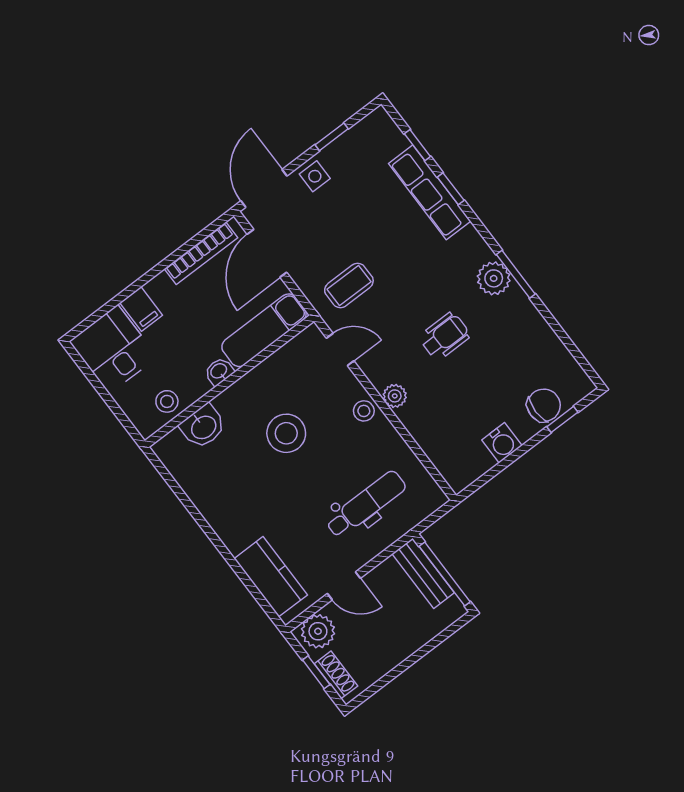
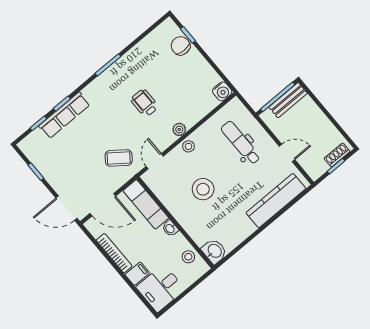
side table: (315, 176) -> (58, 180), removed
bookcase: (201, 253) -> (114, 253), moved
plant: (494, 278) -> (111, 77), removed
coffee table: (349, 286) -> (119, 158), turned -53
washbasin: (203, 427) -> (214, 251), moved
water cooler: (502, 443) -> (222, 91), moved, turned 90
bench: (423, 573) -> (288, 100), moved
kitchen counter: (271, 577) -> (276, 201), width x1.50
door: (344, 586) -> (287, 153), hinge flipped
plant: (318, 631) -> (313, 166), removed

